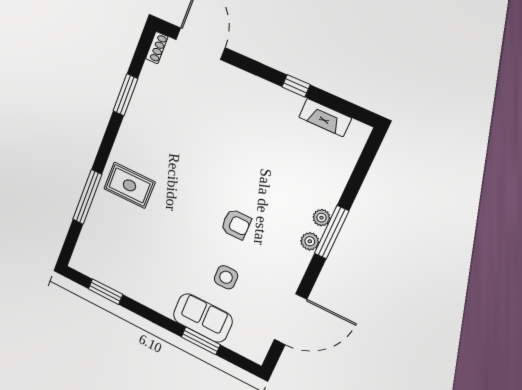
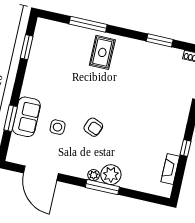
plant: (321, 218) -> (111, 175), width x1.88, depth x1.88
armchair: (236, 224) -> (93, 127), turned -67

